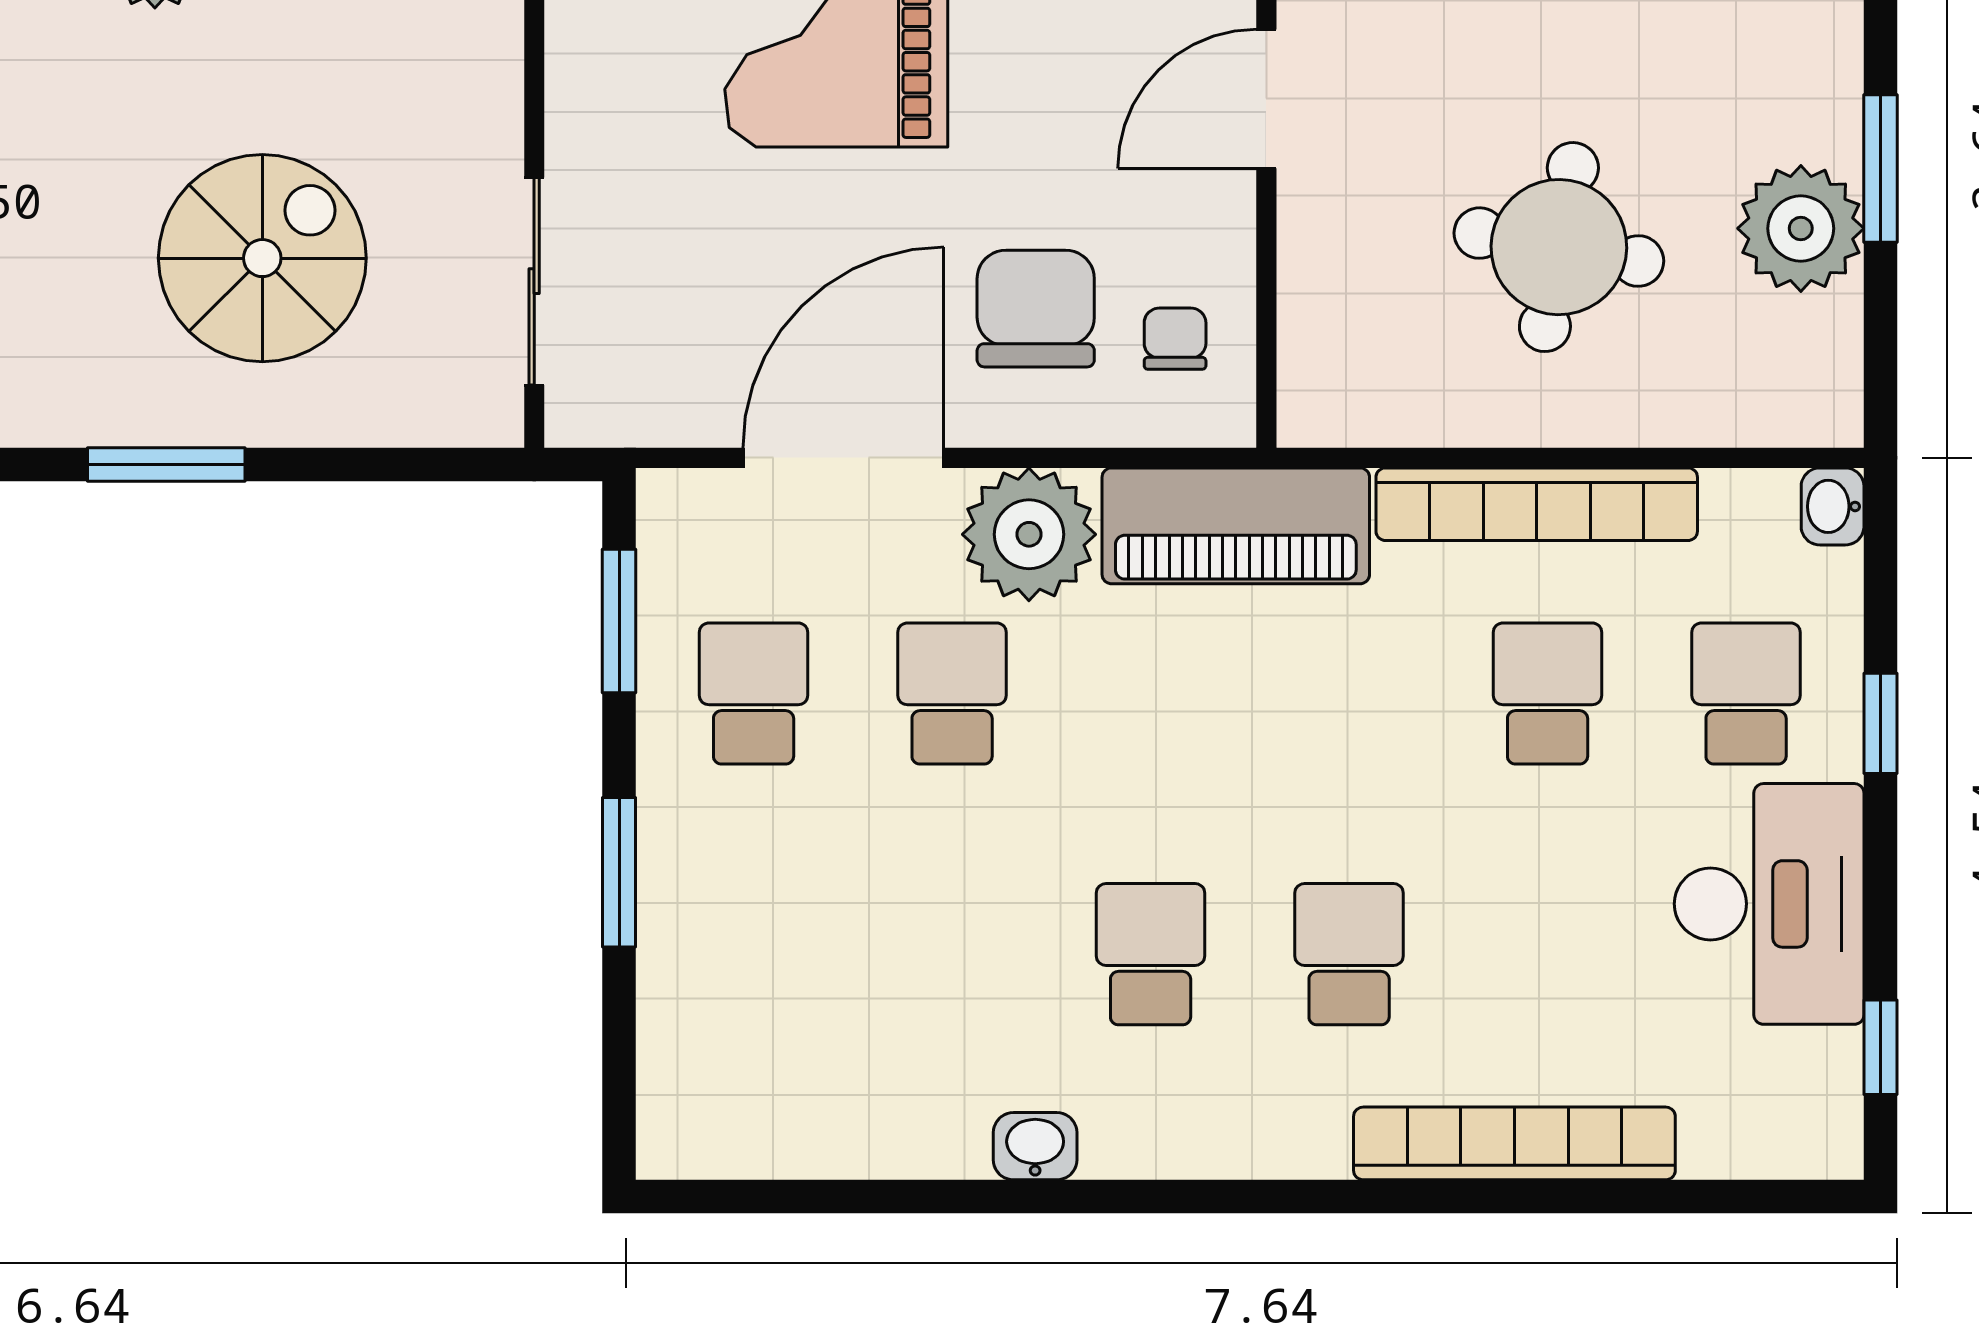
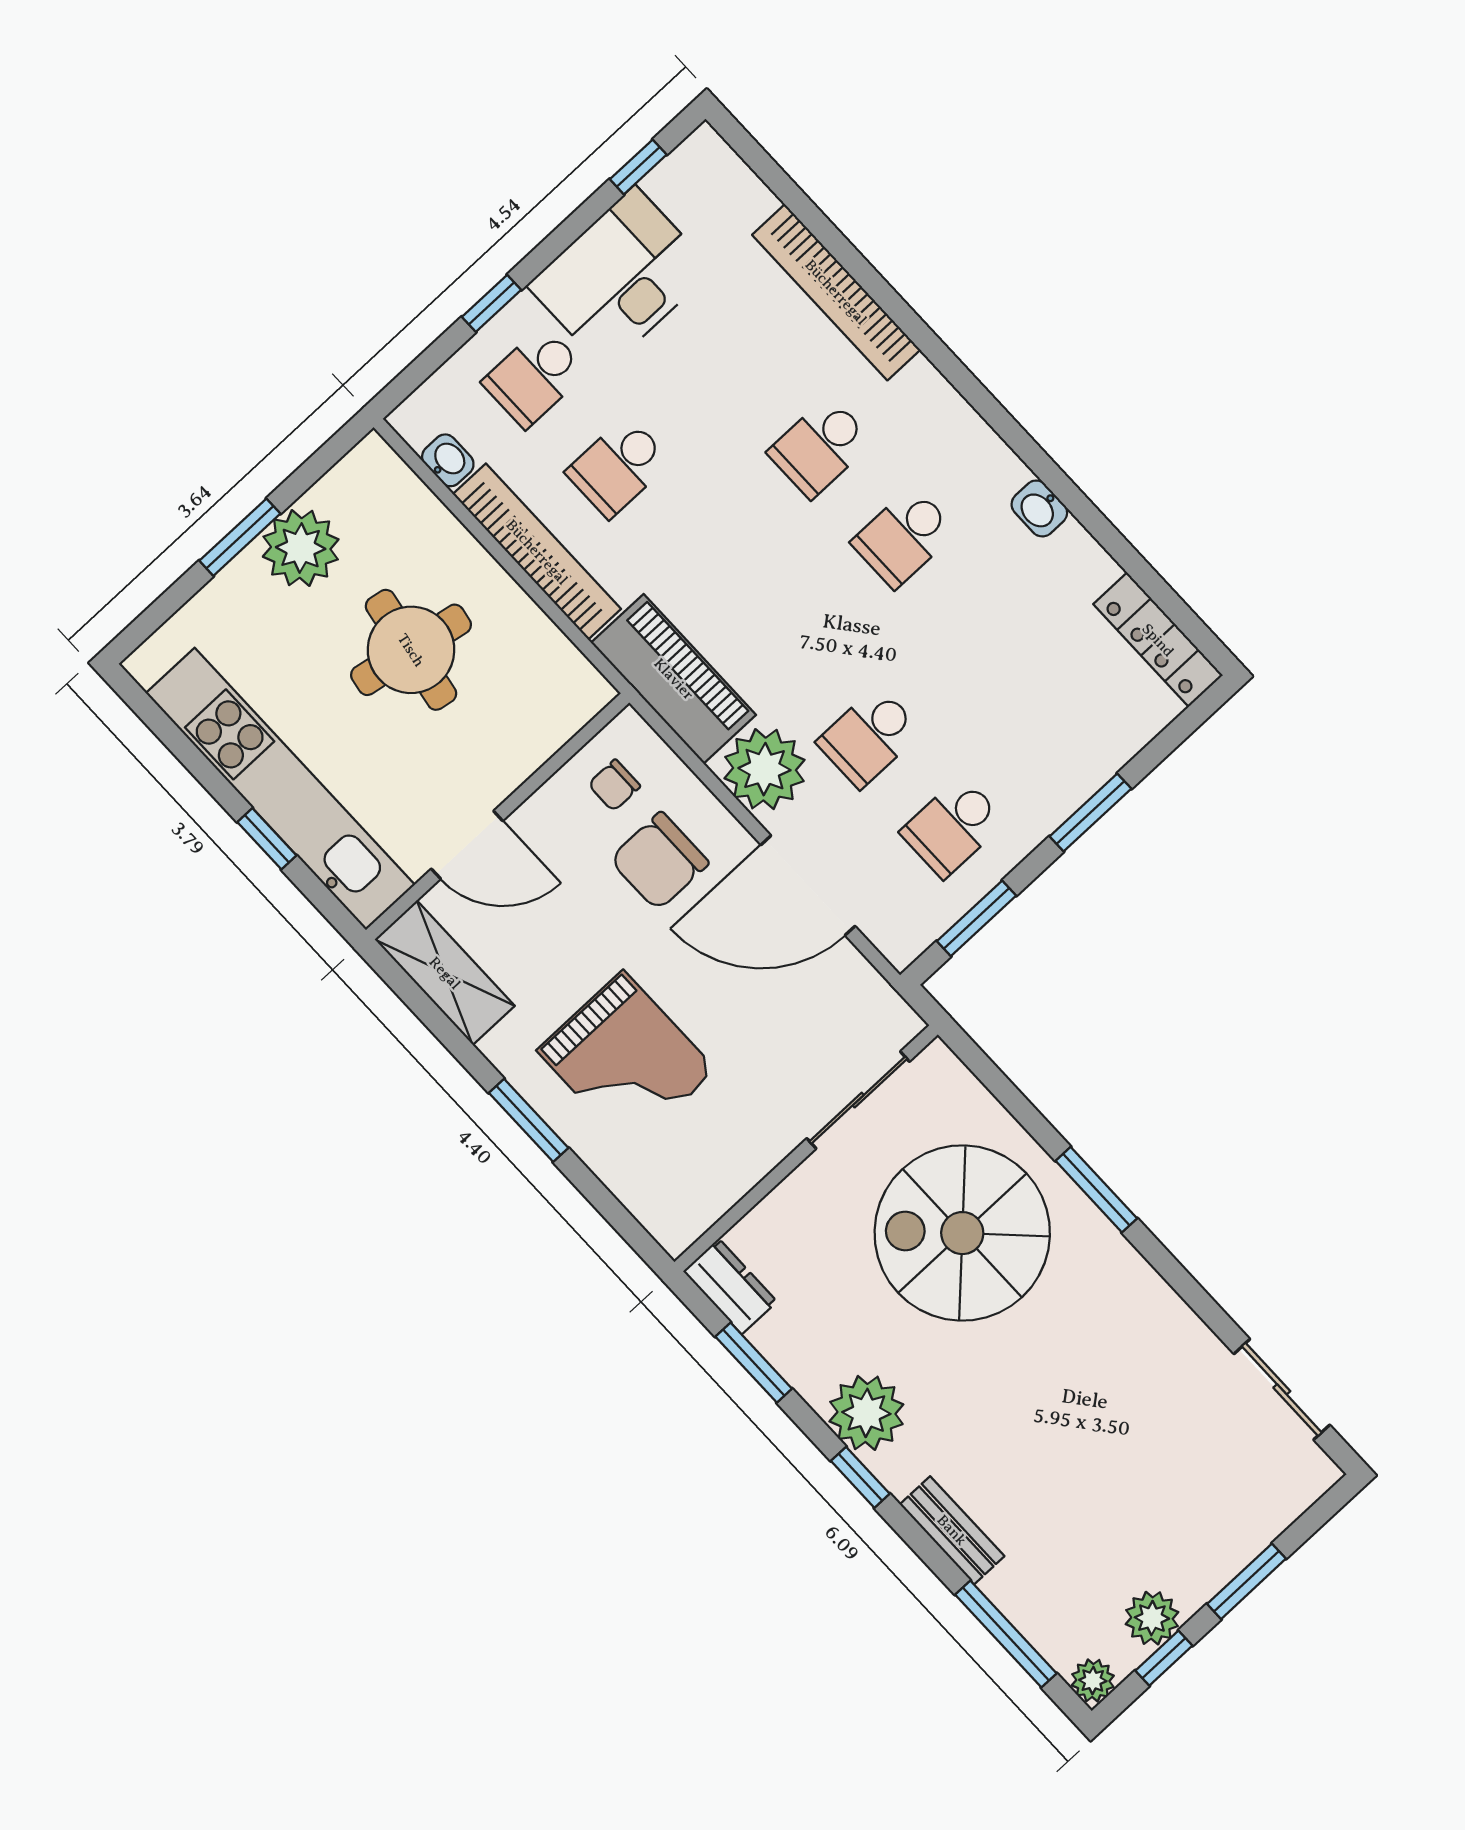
spiral stairs: (262, 258) -> (962, 1233), width x1.37, depth x1.37
washbasin: (1833, 506) -> (448, 460), moved, turned -90
locker: (749, 1142) -> (1158, 640), added

